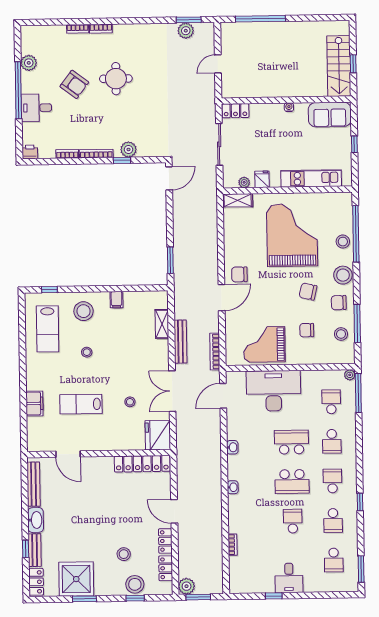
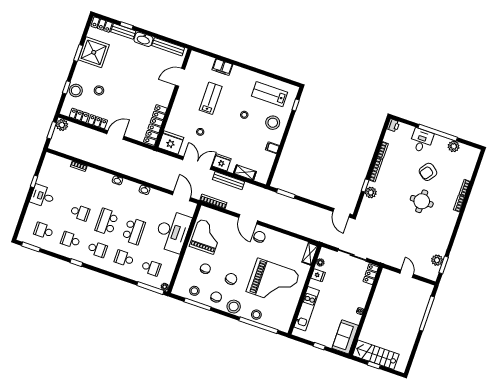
fridge: (160, 359) -> (222, 162), added

